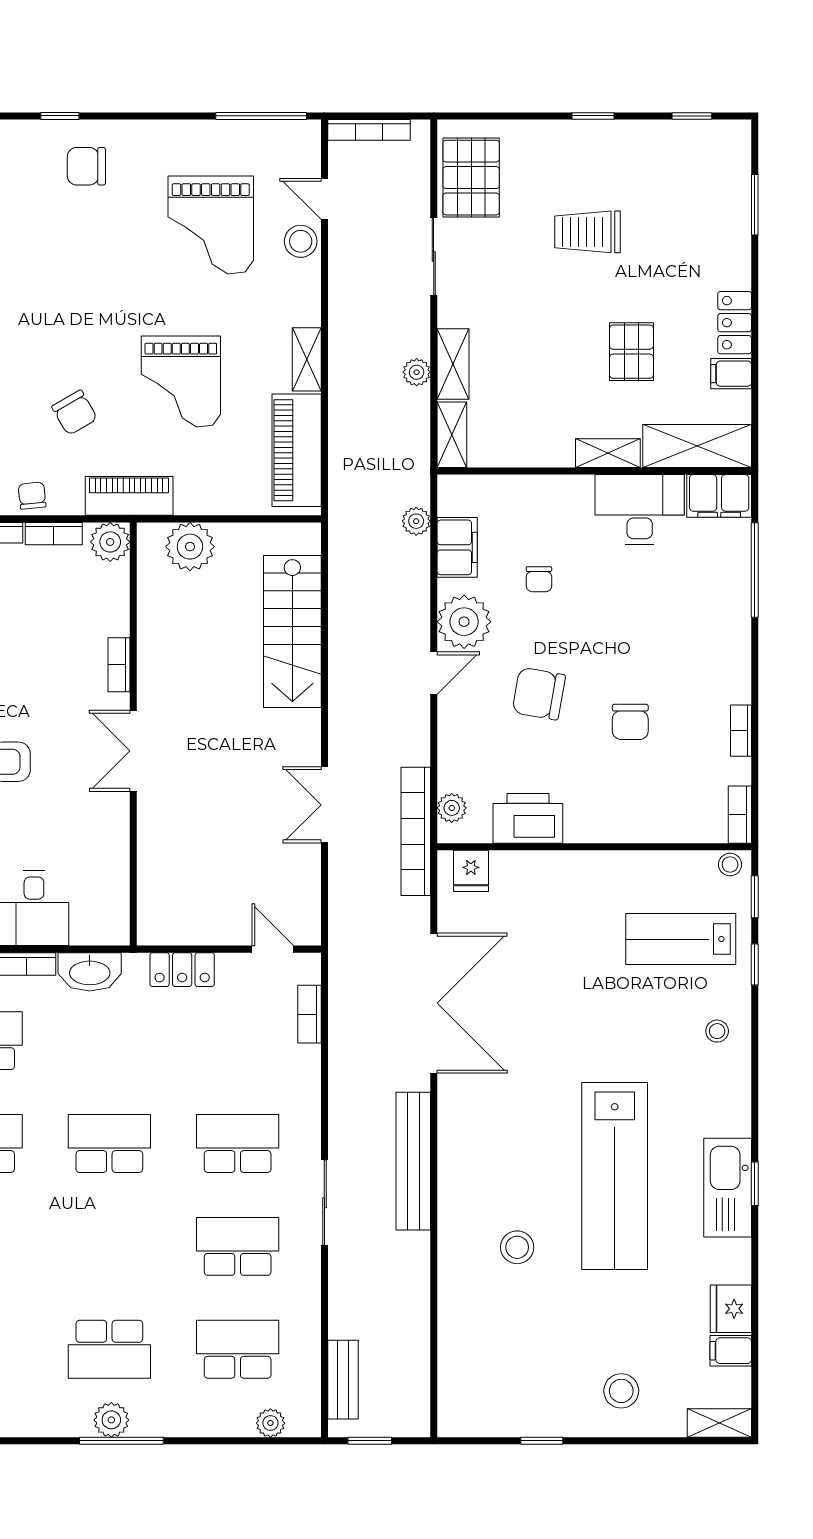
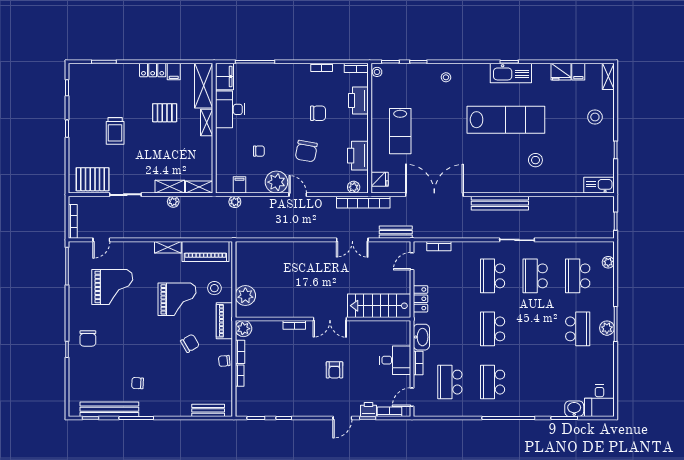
stool: (301, 241) -> (214, 288), moved
filing cabinet: (457, 547) -> (240, 185), width x0.50
stairs: (292, 632) -> (379, 306), moved, turned 180
printer: (661, 820) -> (358, 101), added
lab bench: (681, 939) -> (400, 131), moved
bench: (343, 1380) -> (396, 232), moved
kitchen sink: (456, 1401) -> (599, 185), added

